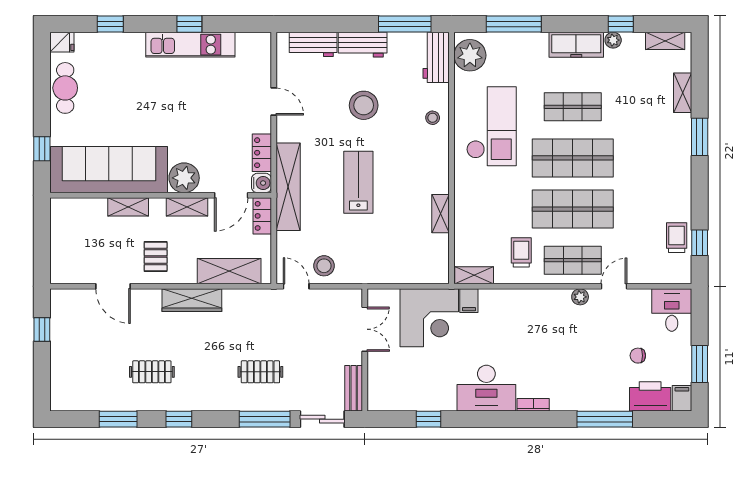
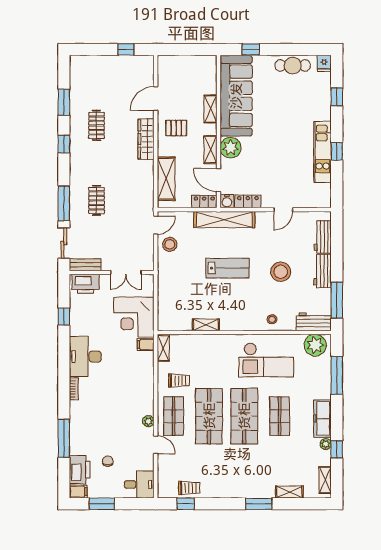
wardrobe: (192, 300) -> (146, 139), moved
printer: (381, 388) -> (86, 284), added

